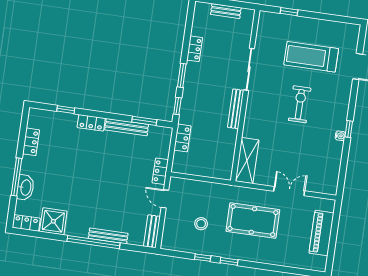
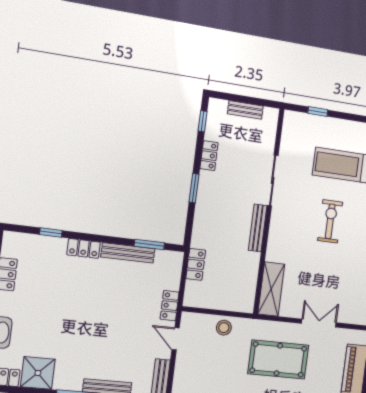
window: (177, 106) -> (203, 121), moved
stool: (201, 224) -> (224, 328), moved

